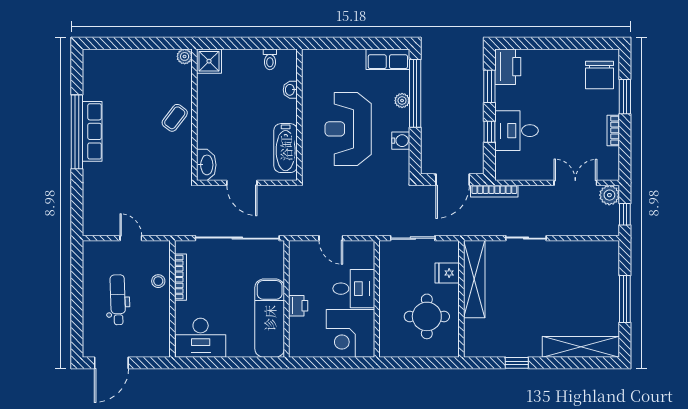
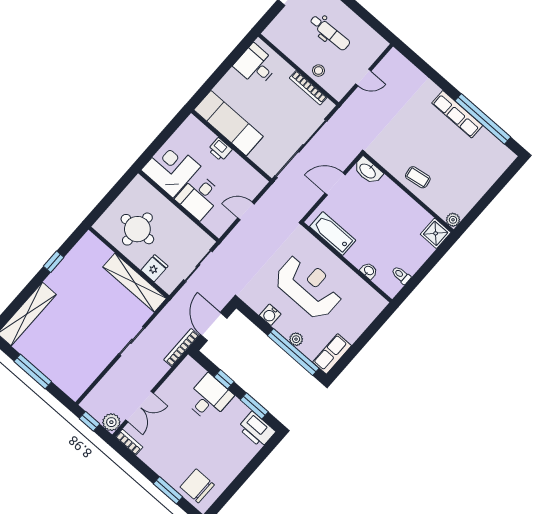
coffee table: (175, 118) -> (418, 177), turned -46
bookcase: (613, 130) -> (129, 442), moved
window: (77, 132) -> (483, 119), moved
desk: (201, 338) -> (256, 65), width x0.73

